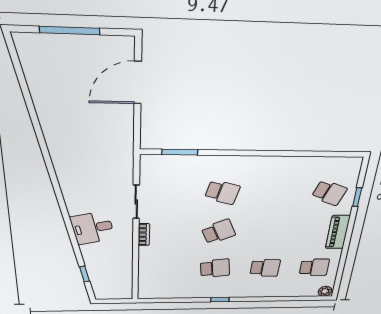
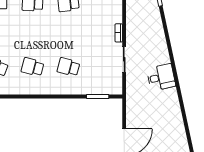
desk: (92, 228) -> (161, 77), moved
school desk: (219, 232) -> (32, 67), moved, turned 39

